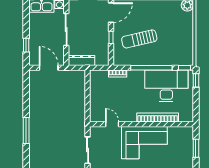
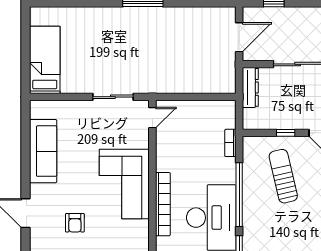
door: (112, 124) -> (152, 118), moved

